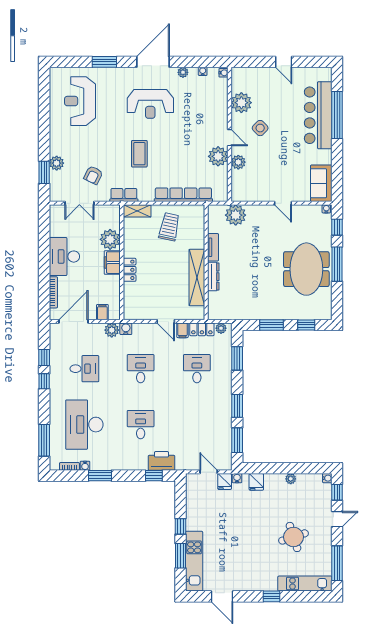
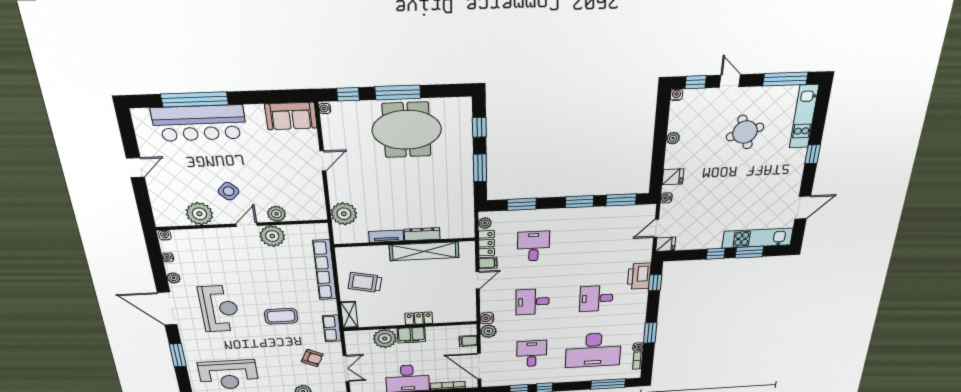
desk: (197, 369) -> (534, 246), turned 90
fridge: (225, 482) -> (666, 244), moved

